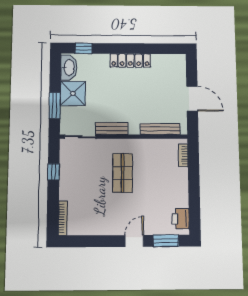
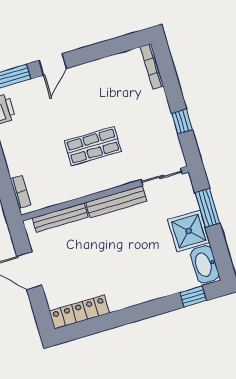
locker: (130, 60) -> (79, 312), moved
bench: (112, 129) -> (116, 202), width x1.36
shop shelf: (123, 173) -> (93, 146), turned 90

